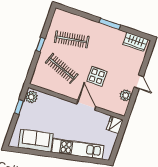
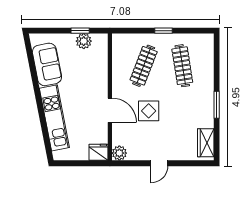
plant: (126, 95) -> (119, 153), moved
plant: (31, 97) -> (84, 41), moved
door: (86, 105) -> (110, 110), hinge flipped

